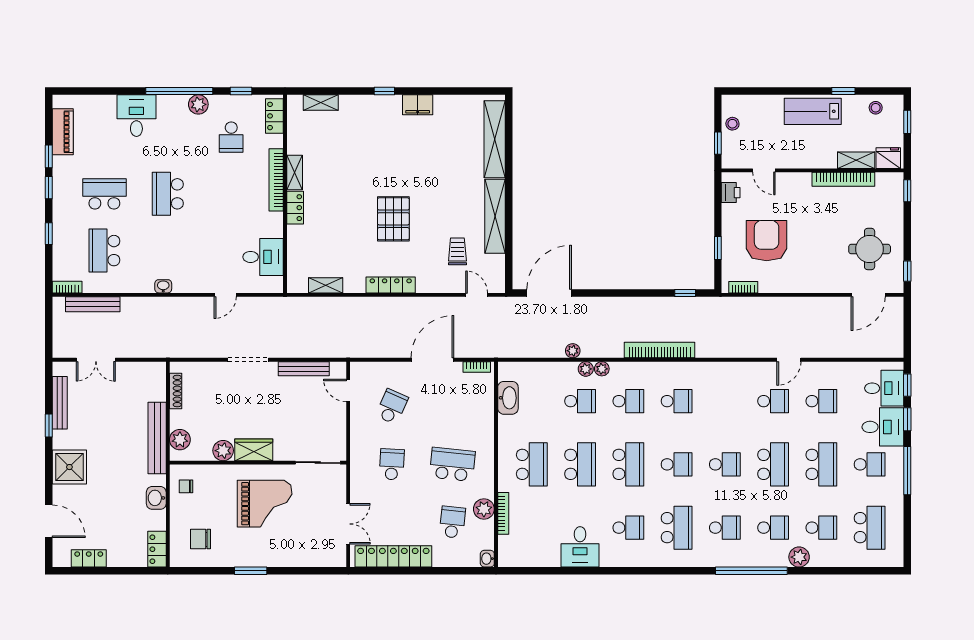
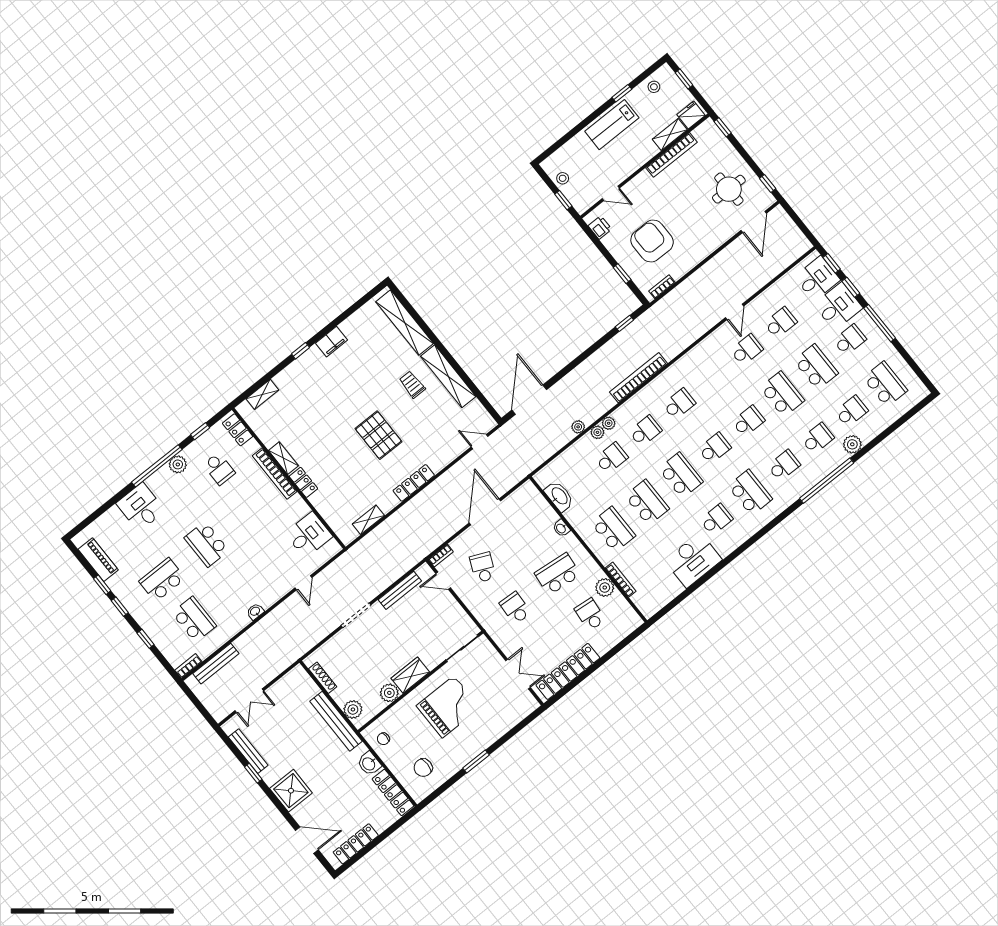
school desk: (104, 251) -> (194, 619), turned 180
trolley: (457, 251) -> (412, 385), moved
bookcase: (477, 367) -> (441, 556), moved
desk: (580, 547) -> (693, 560), width x1.37
locker: (157, 549) -> (393, 792), width x1.53
locker: (89, 558) -> (356, 844), width x1.53
washbasin: (487, 559) -> (561, 528), moved

